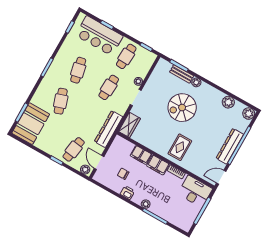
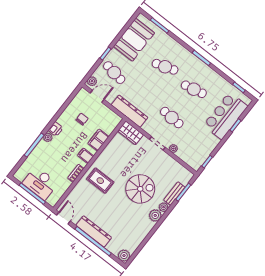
cafe table: (126, 56) -> (201, 140), removed
plant: (228, 102) -> (155, 215), moved
spiral stairs: (182, 108) -> (140, 189), turned 90
booth: (31, 124) -> (134, 40), moved, turned 90
filing cabinet: (158, 165) -> (86, 156), width x0.50
desk: (195, 191) -> (40, 183), moved, turned 90
printer: (127, 193) -> (55, 129), moved

